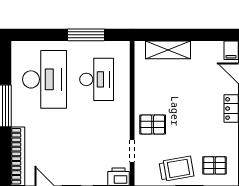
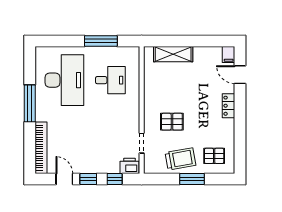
desk: (97, 79) -> (110, 80), width x0.73
pallet: (153, 125) -> (172, 122), moved

